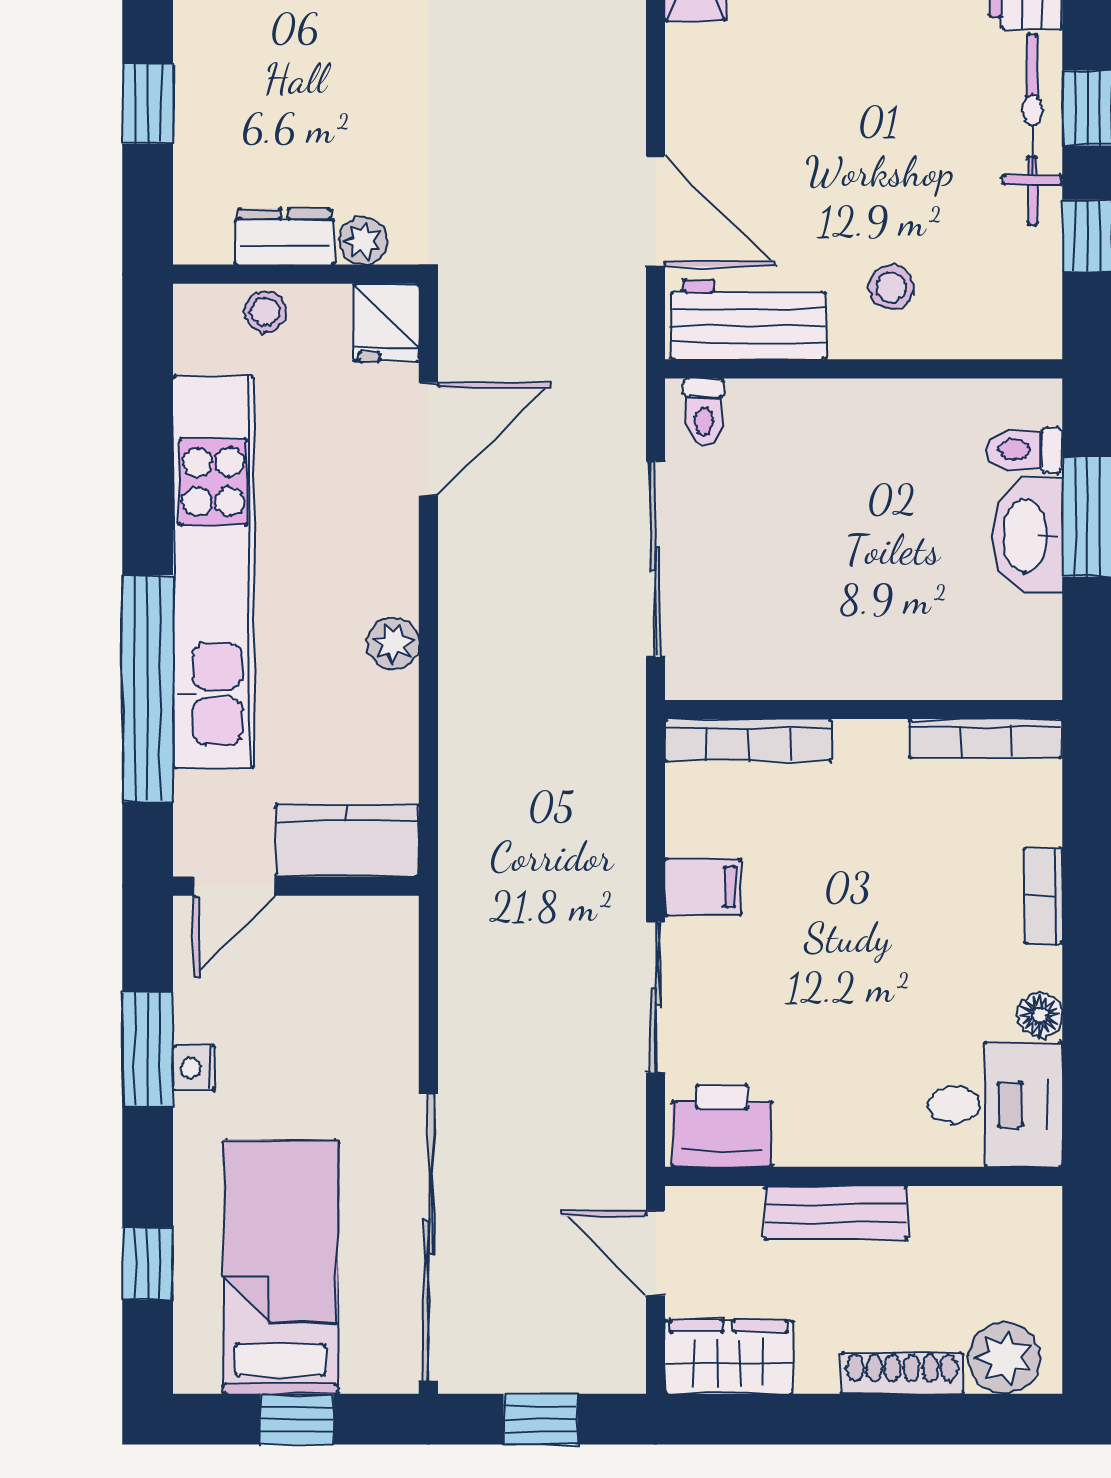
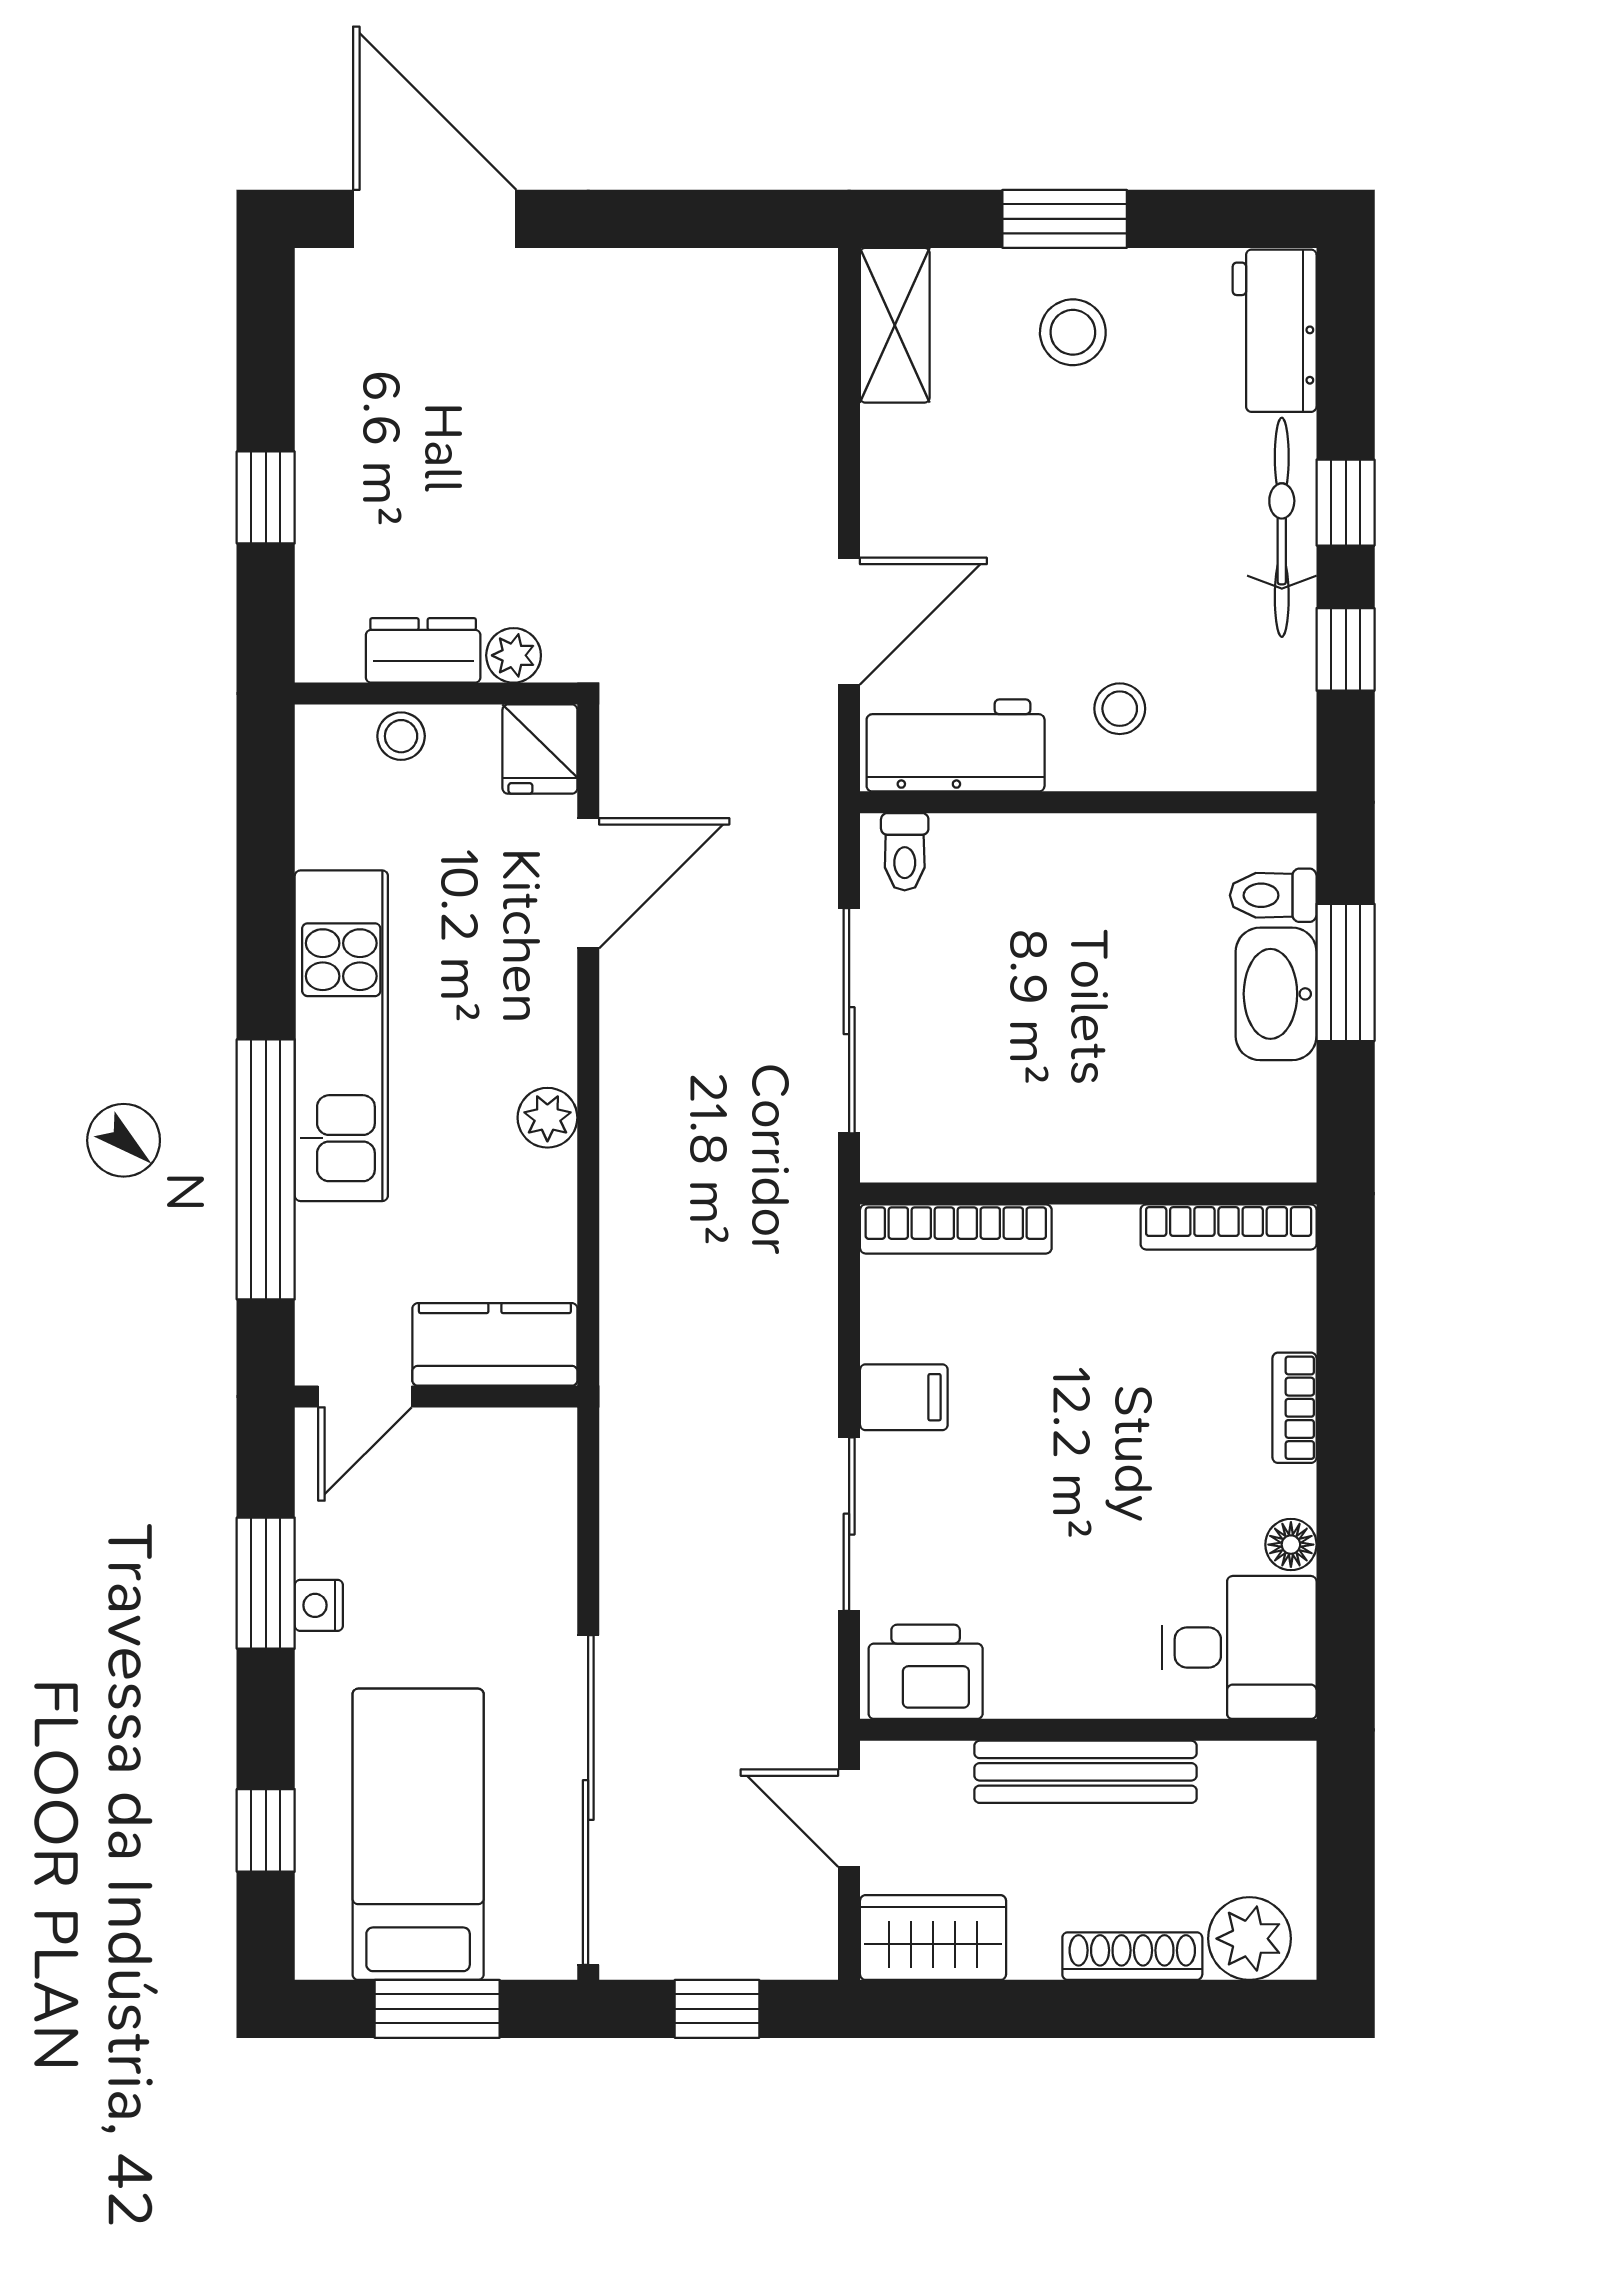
door: (656, 211) -> (849, 621), hinge flipped
kitchen unit: (213, 572) -> (341, 1036), width x0.73
bench: (836, 1213) -> (1086, 1772), width x1.36
window: (297, 1419) -> (437, 2009), width x1.50

